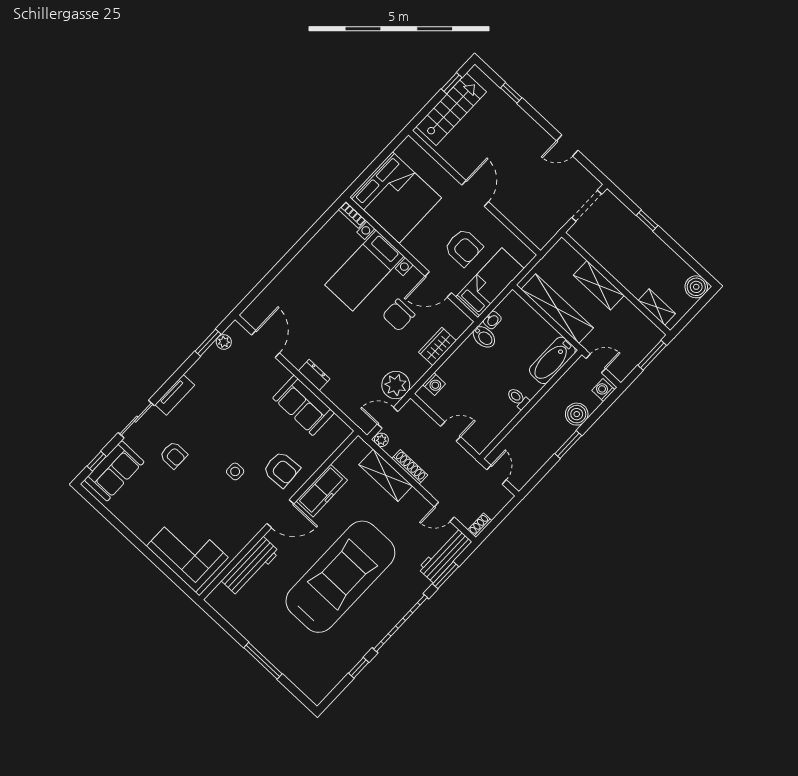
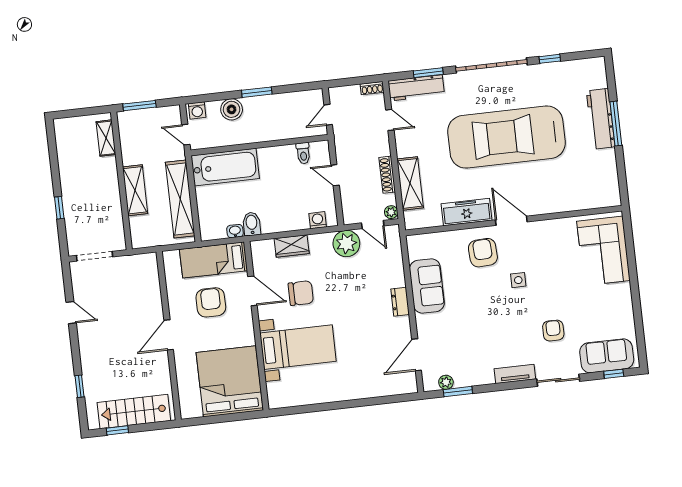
bookcase: (352, 215) -> (272, 396), removed
boiler: (696, 287) -> (64, 128), removed
bathtub: (552, 360) -> (225, 167), width x1.36, depth x1.36
toilet: (518, 398) -> (303, 153), moved
workbench: (250, 566) -> (601, 119), moved, turned -90

